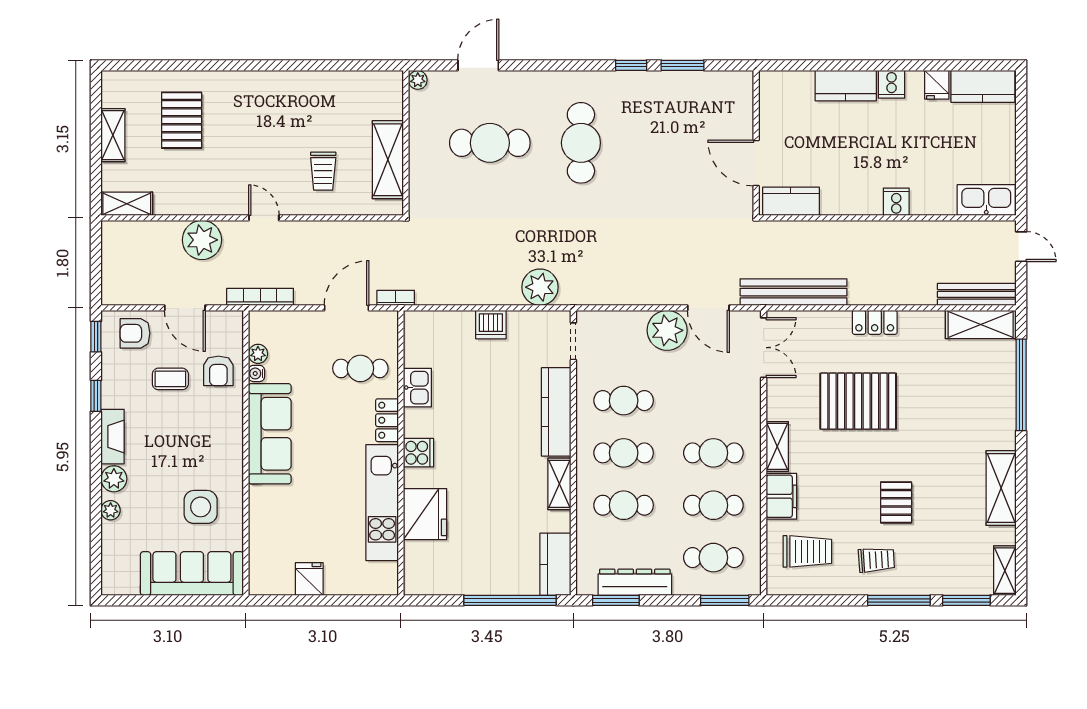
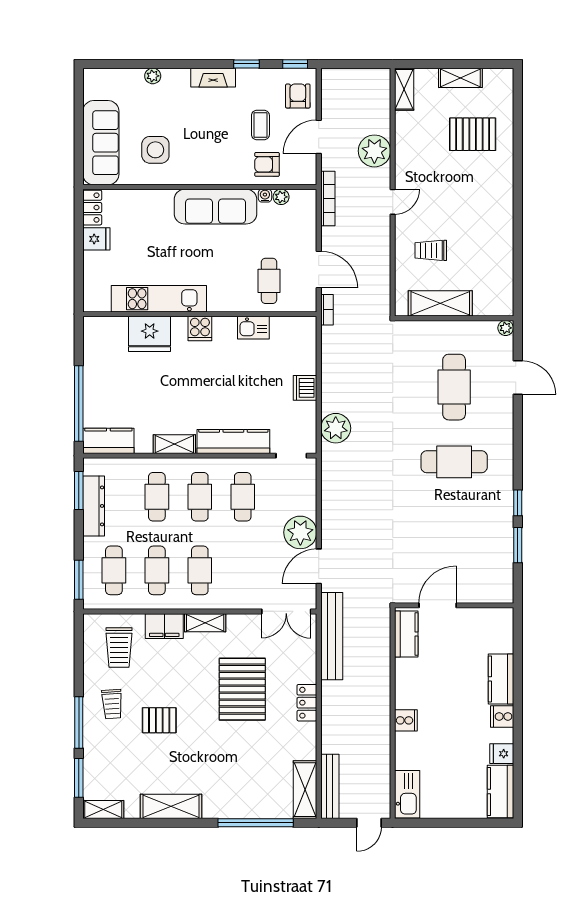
locker: (387, 420) -> (92, 208), moved, turned 90
plant: (114, 479) -> (179, 79), removed

